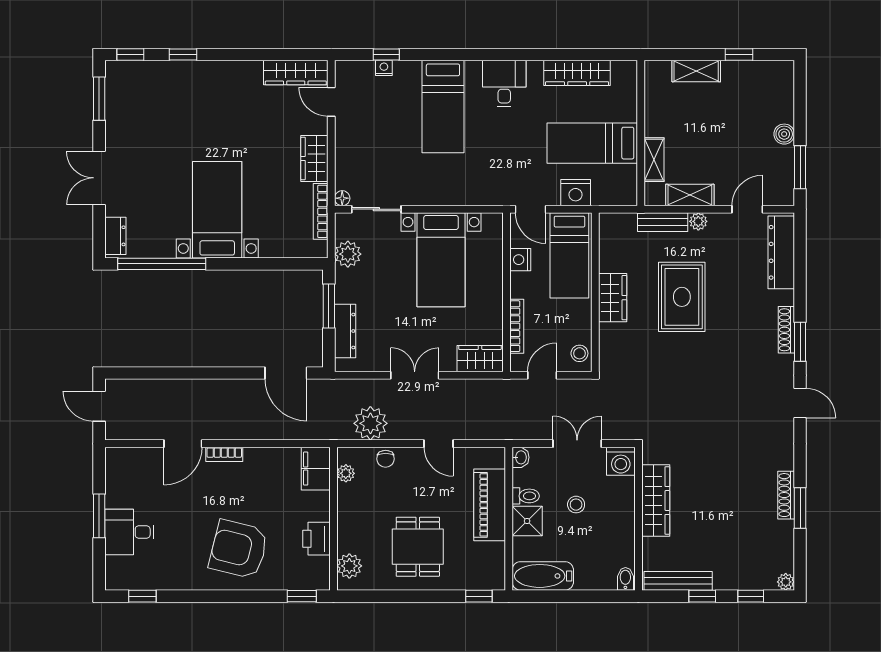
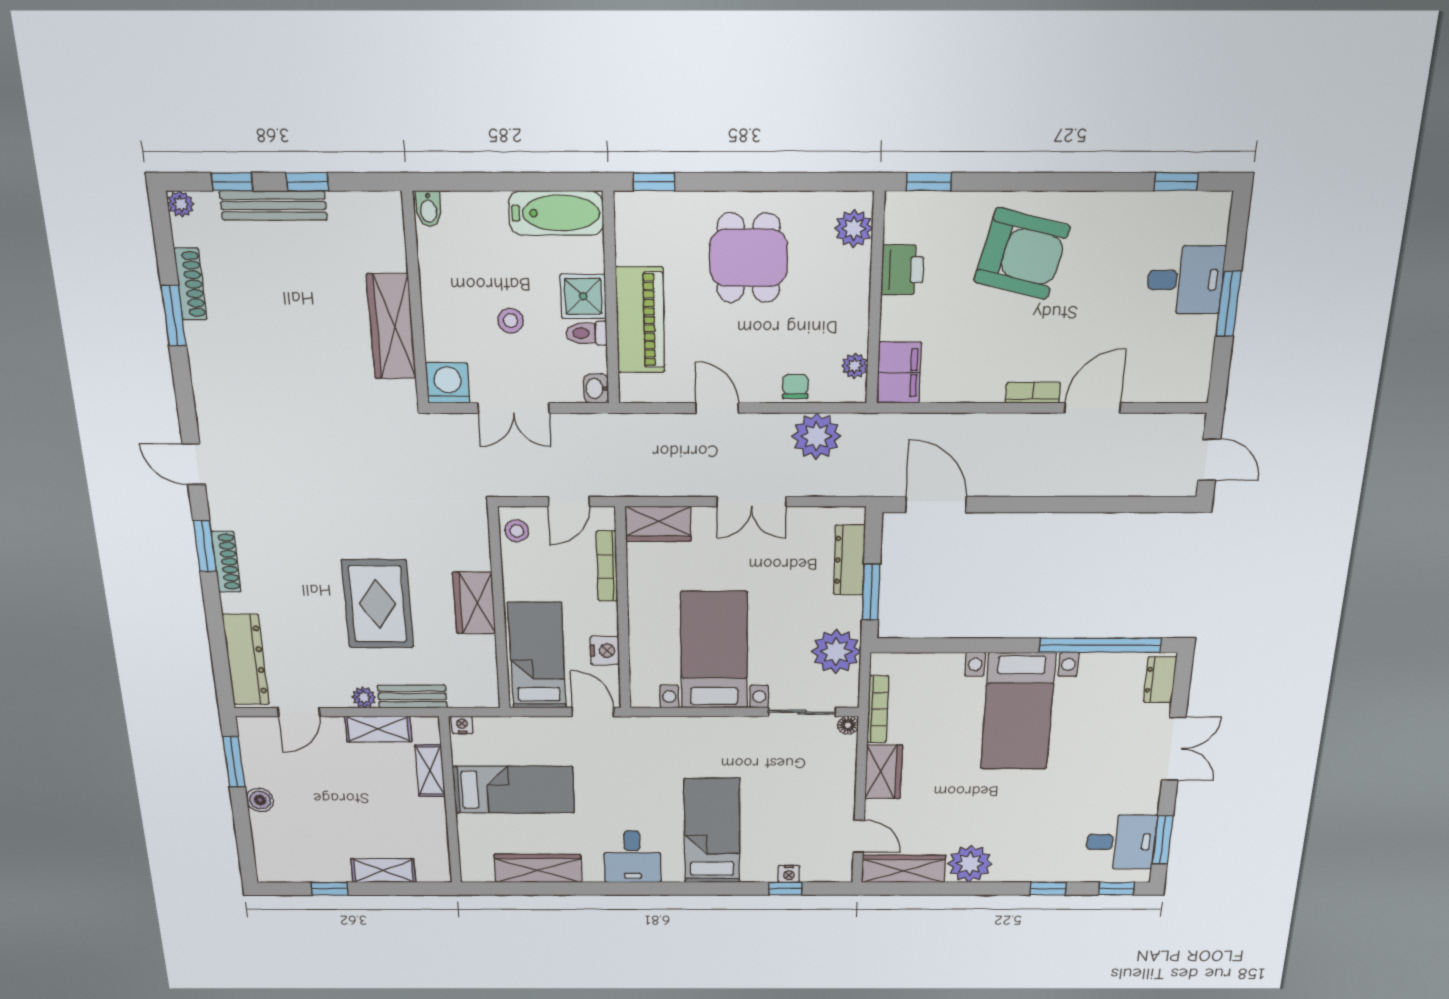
plant: (245, 77) -> (970, 864), added
desk: (131, 97) -> (1121, 842), added
nightstand: (576, 193) -> (462, 725), moved, width x0.53, depth x0.56
plant: (348, 254) -> (836, 651), width x1.36, depth x1.36
shoe rack: (786, 495) -> (190, 284), moved
bench: (678, 581) -> (273, 206), moved

